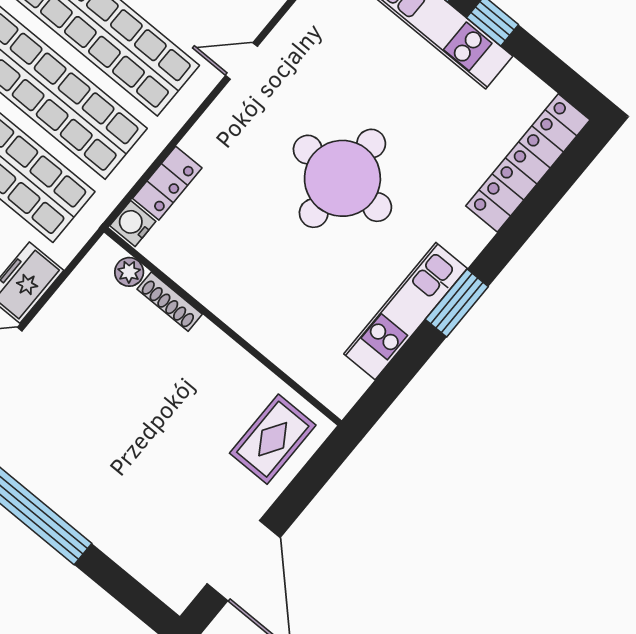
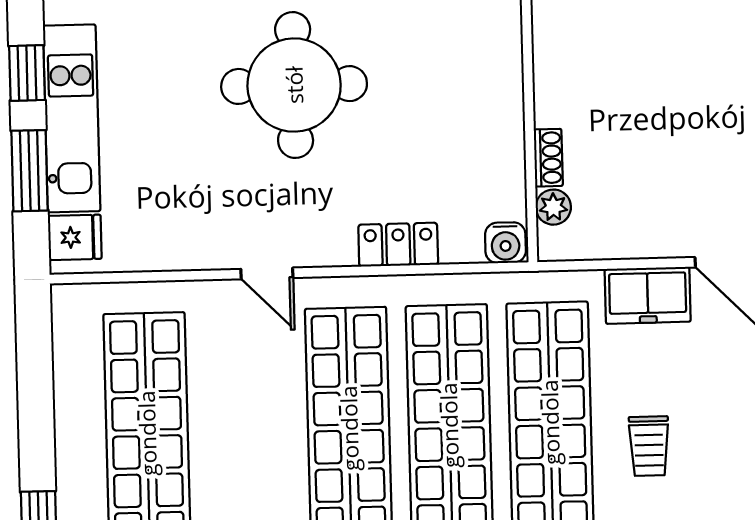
locker: (167, 183) -> (398, 245), moved
shoe rack: (170, 302) -> (548, 158), width x0.70

